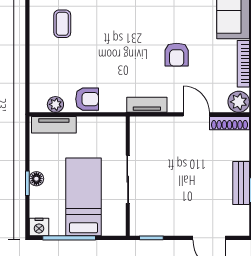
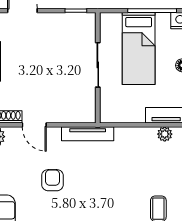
armchair: (87, 99) -> (135, 139), removed
tv unit: (147, 105) -> (88, 134), width x1.41

